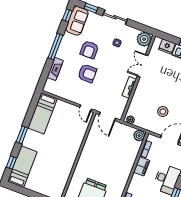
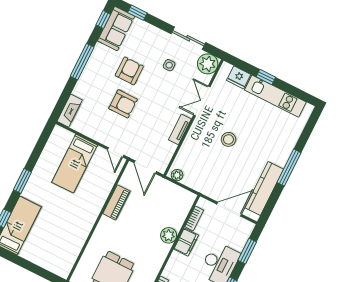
sliding door: (115, 17) -> (188, 38), moved
armchair: (89, 50) -> (129, 71), turned 180
fireplace: (55, 69) -> (70, 111), moved
stool: (163, 112) -> (228, 139), moved
bed: (43, 113) -> (75, 164), moved
plant: (139, 136) -> (169, 235), moved
piano: (90, 143) -> (117, 202), added

